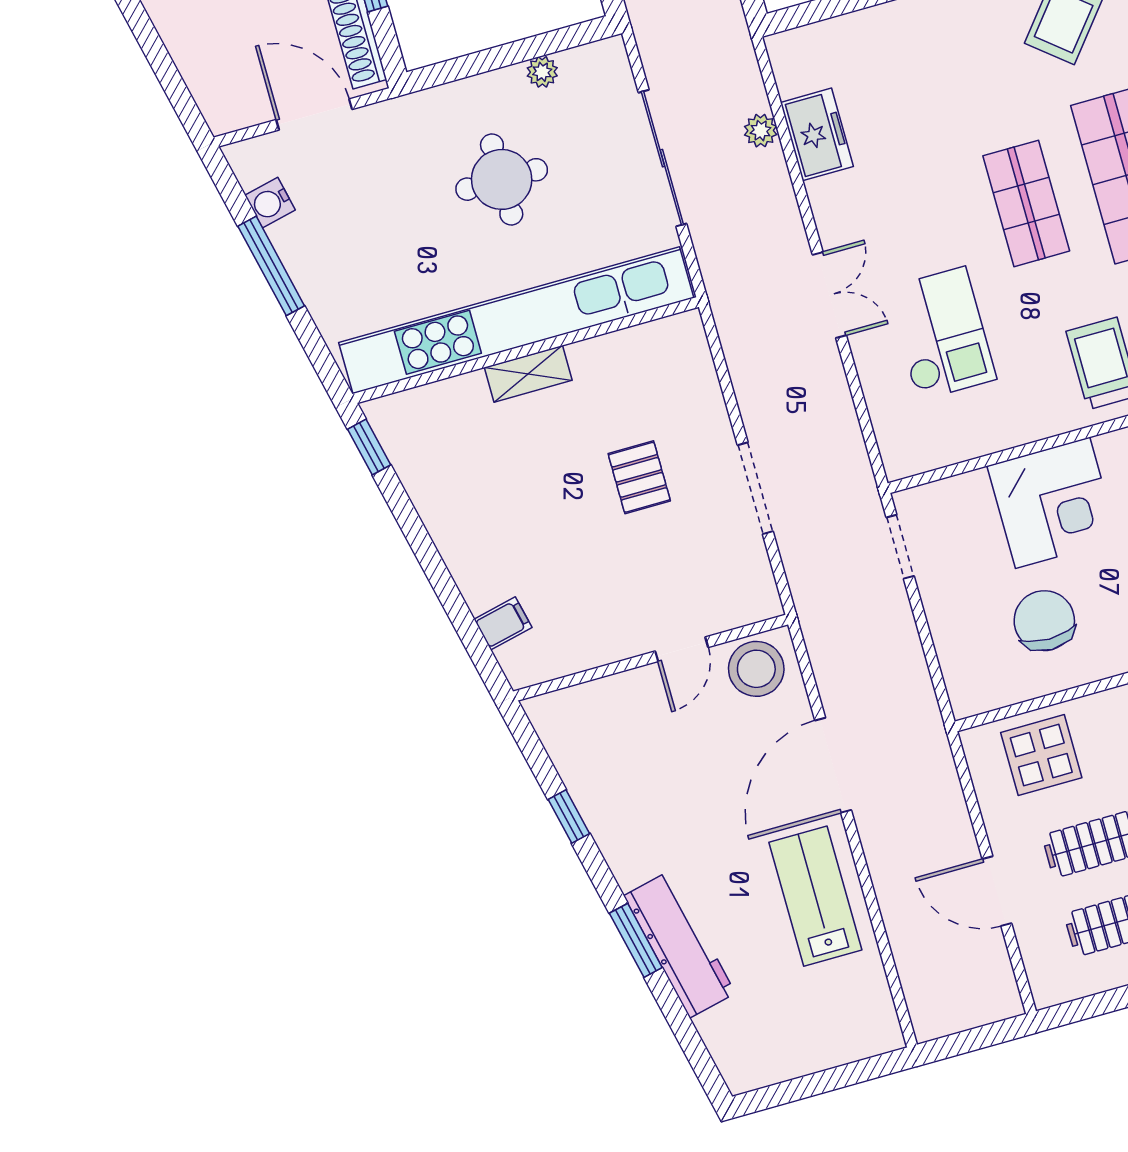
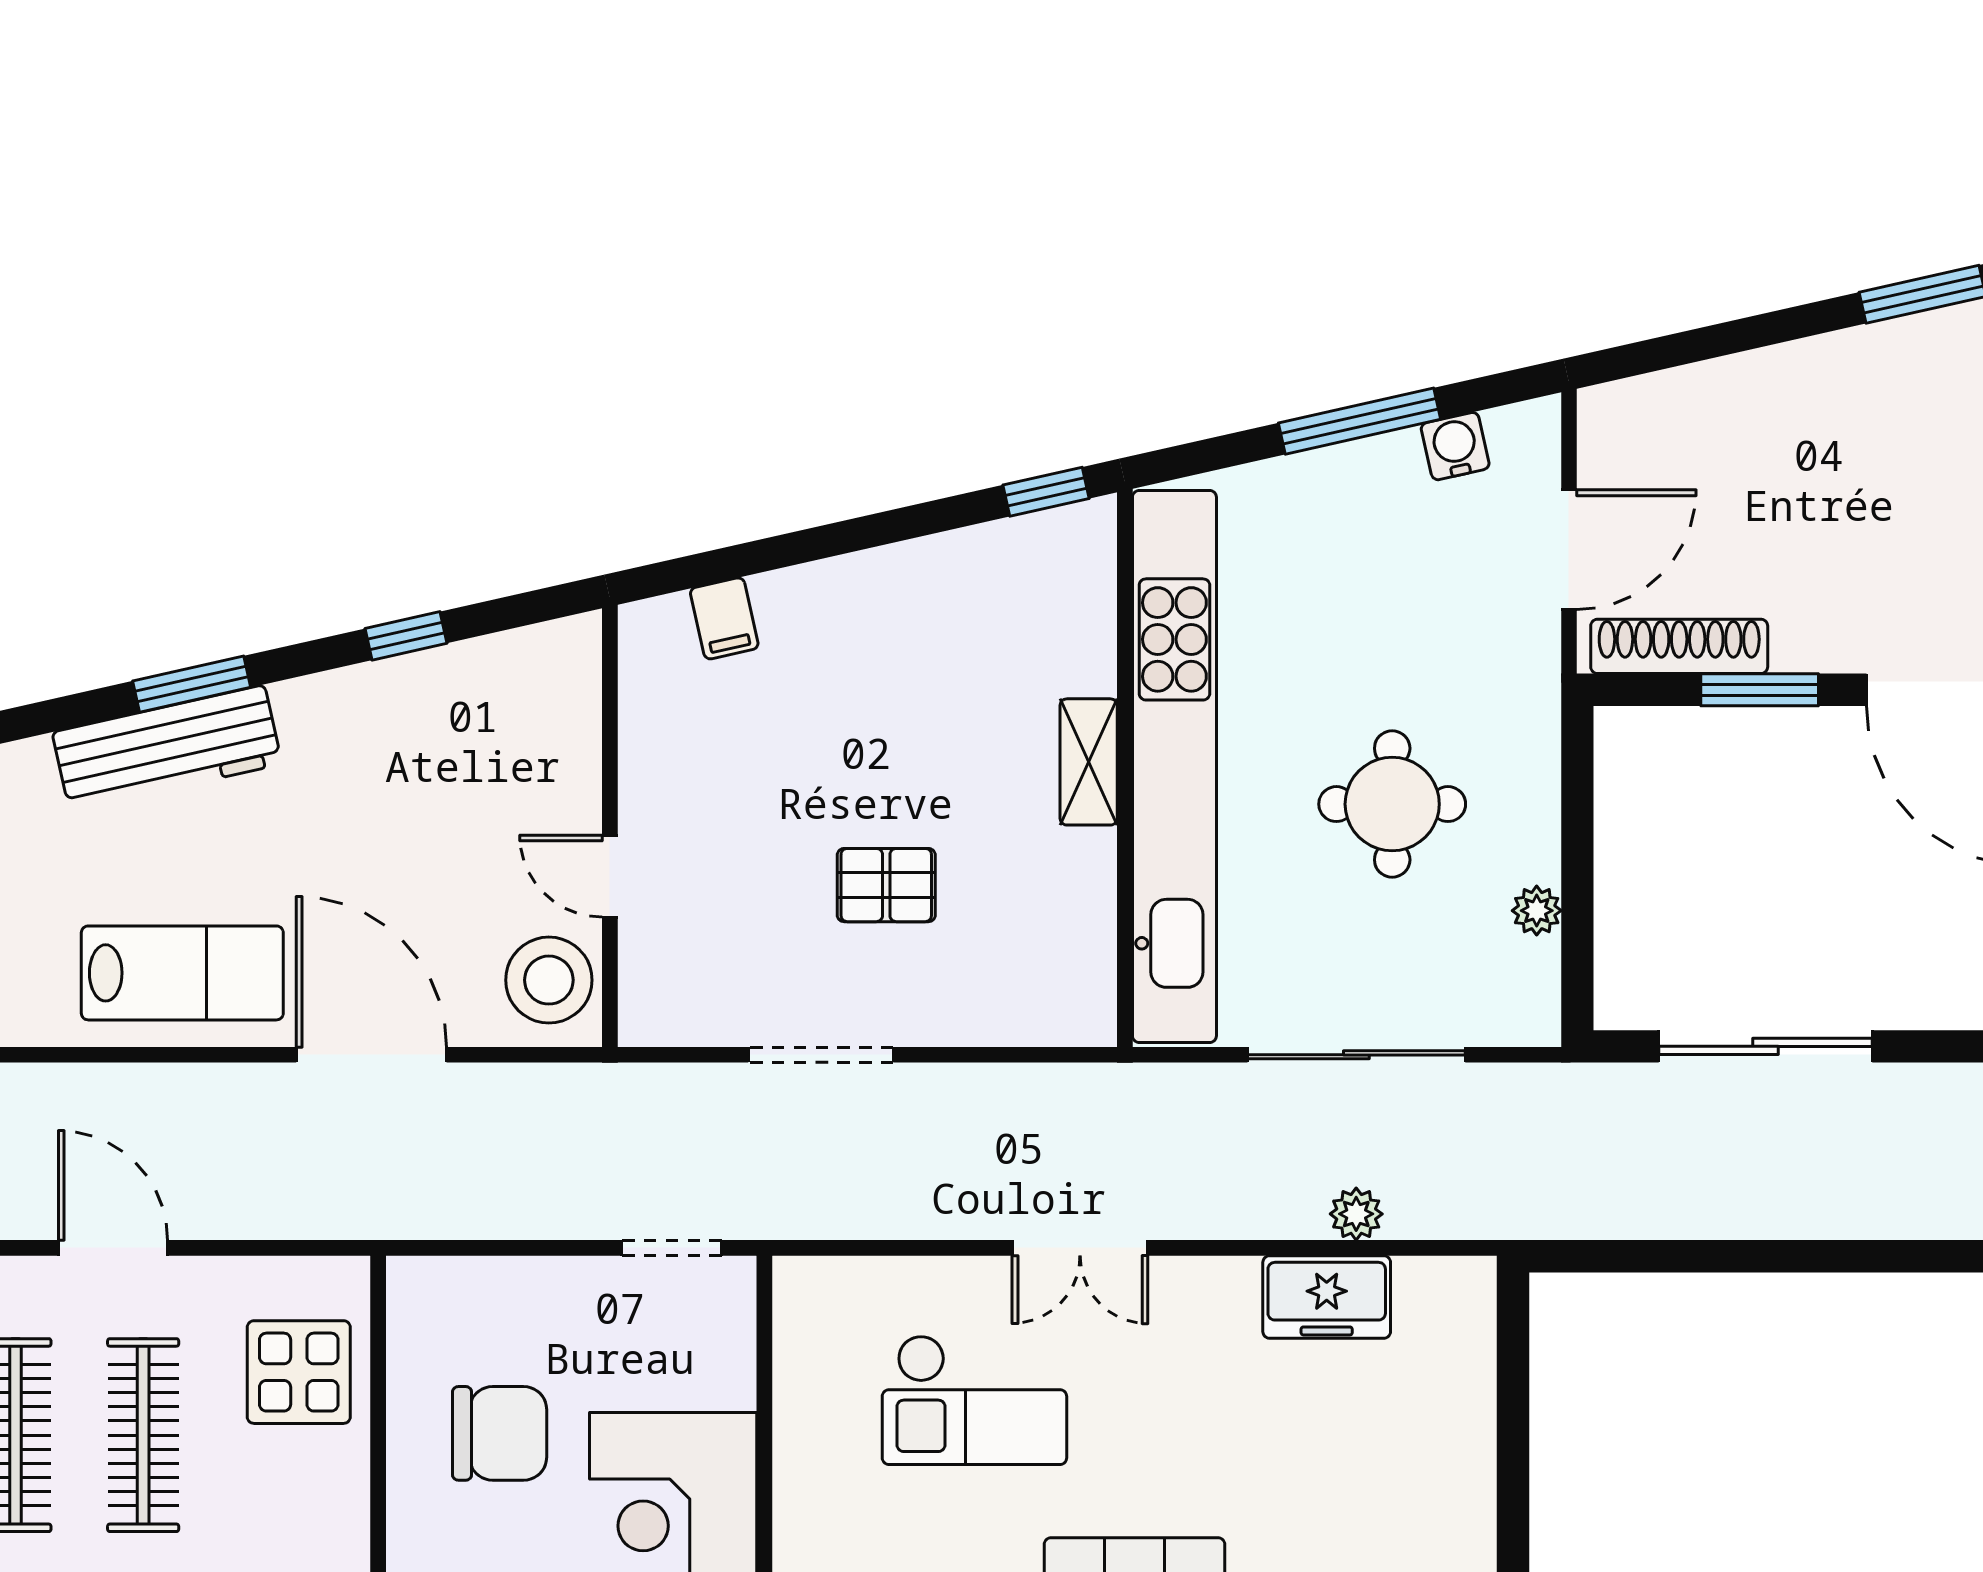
door: (997, 891) -> (113, 1248), hinge flipped

